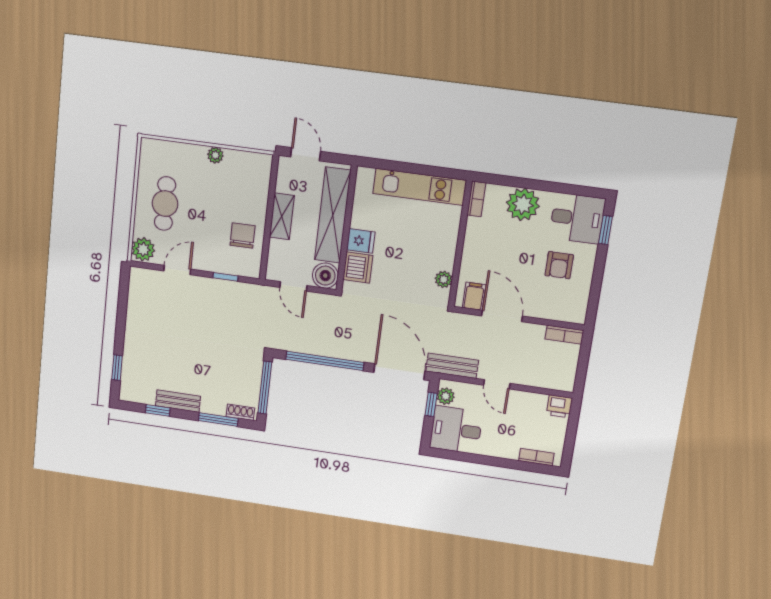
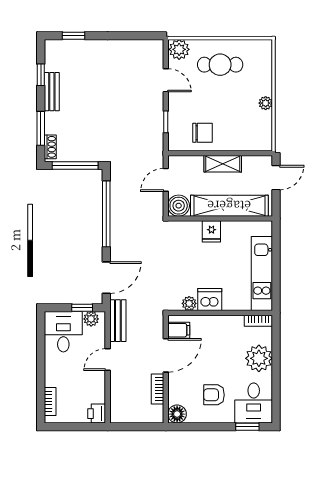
dishwasher: (358, 268) -> (210, 300), moved, turned 180
floor lamp: (575, 313) -> (177, 414), added
bookcase: (564, 335) -> (157, 389), moved
door: (399, 372) -> (106, 278), width x0.73

